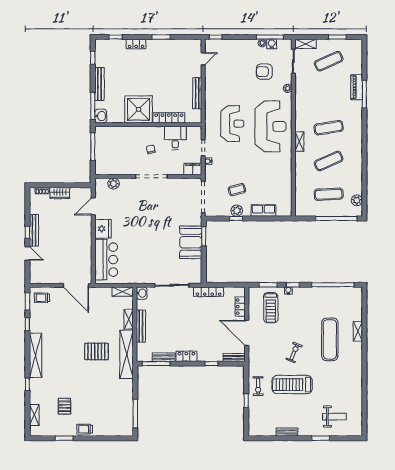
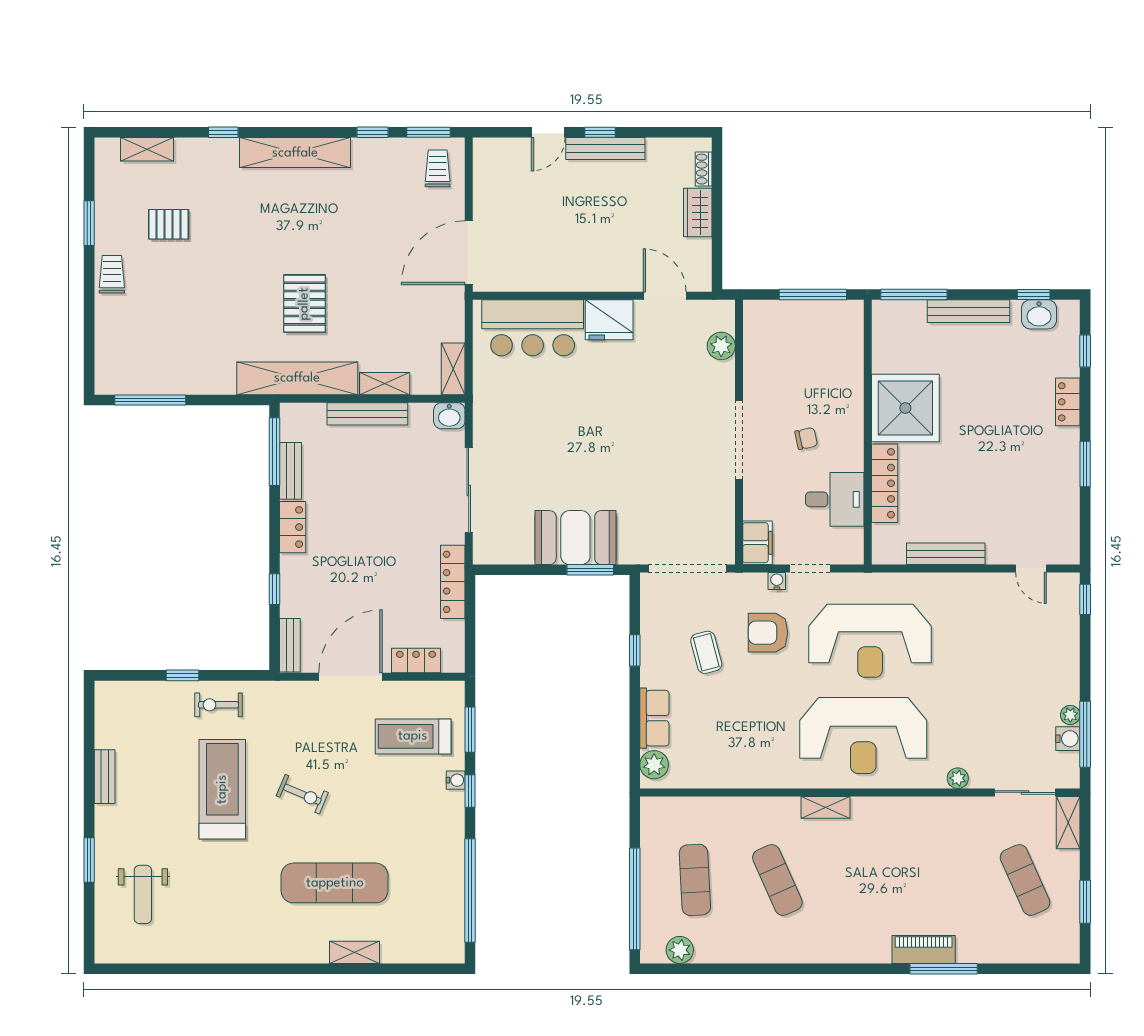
armchair: (264, 72) -> (768, 633), moved, turned -90
piano: (357, 87) -> (924, 950), moved
washbasin: (101, 116) -> (1039, 314), moved
reception desk: (232, 124) -> (870, 641), width x1.36, depth x1.30
exercise mat: (329, 128) -> (860, 880), removed
plant: (237, 211) -> (654, 765), moved

